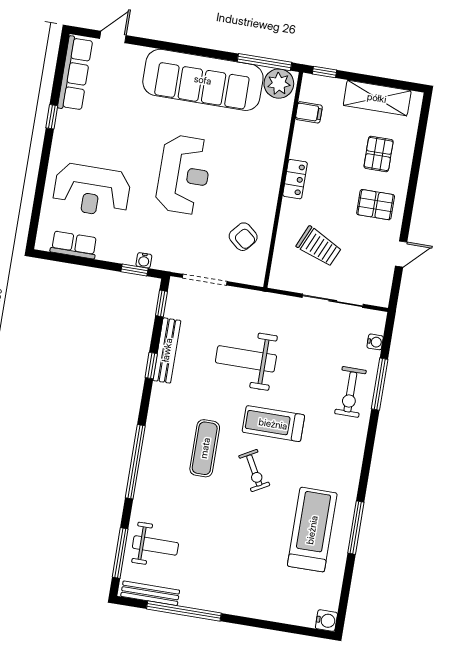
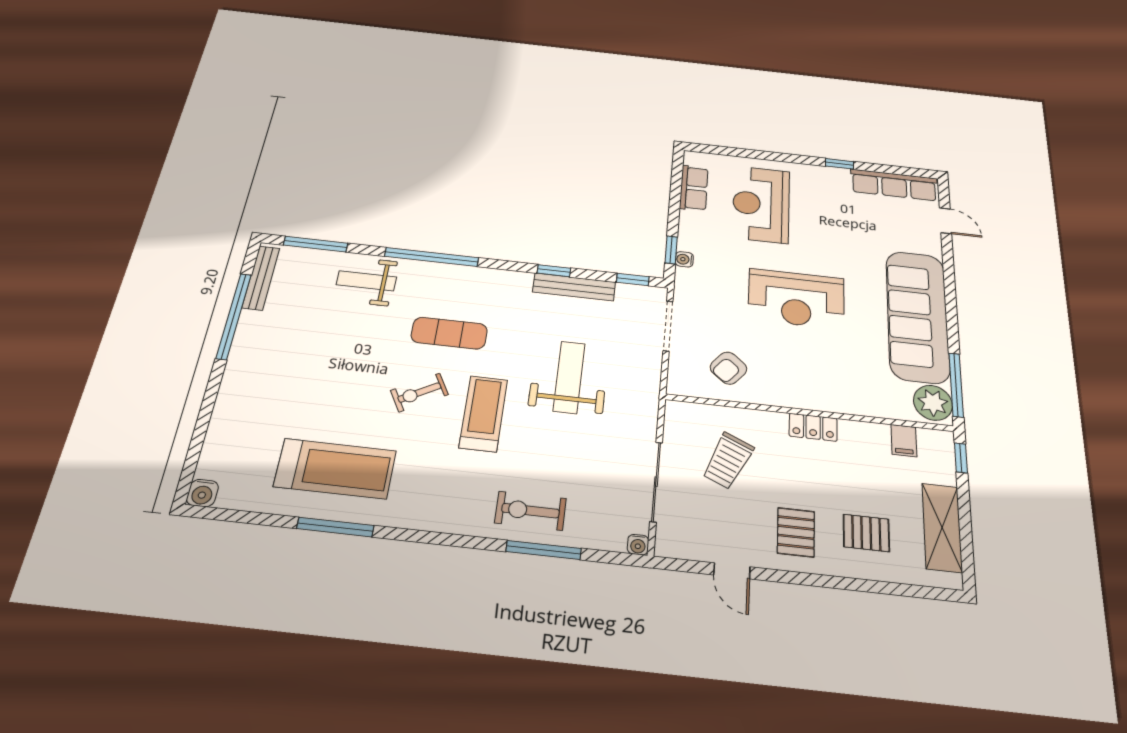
water cooler: (375, 342) -> (638, 545), moved
weight bench: (155, 545) -> (366, 281), moved, turned 90

